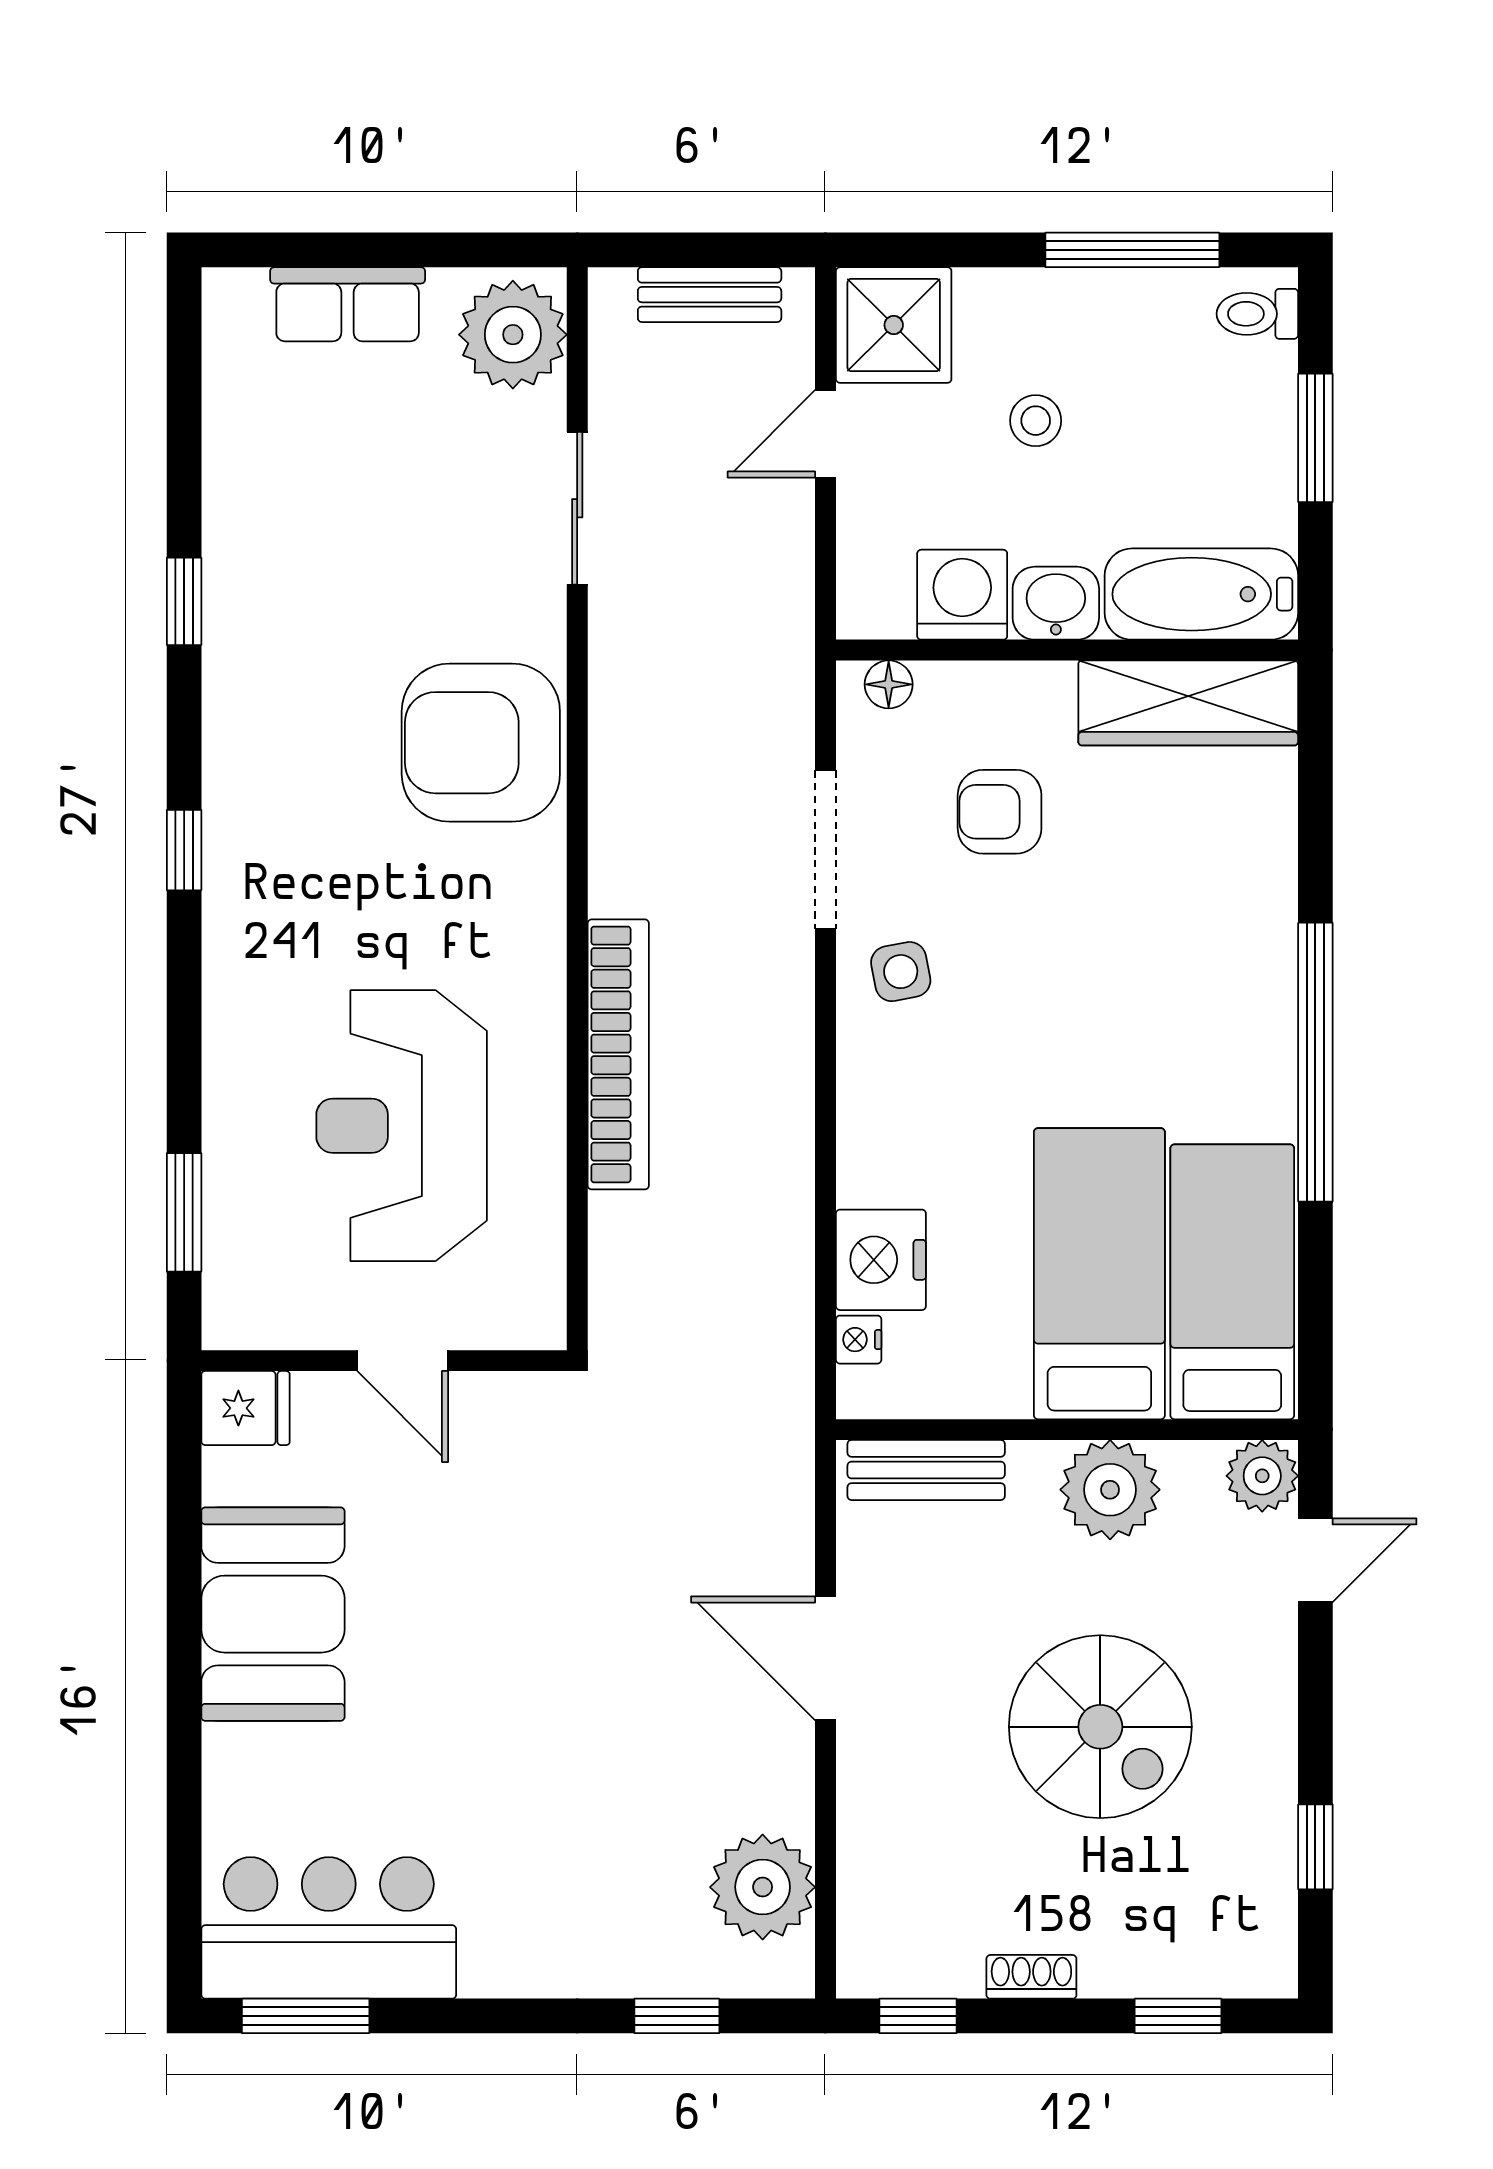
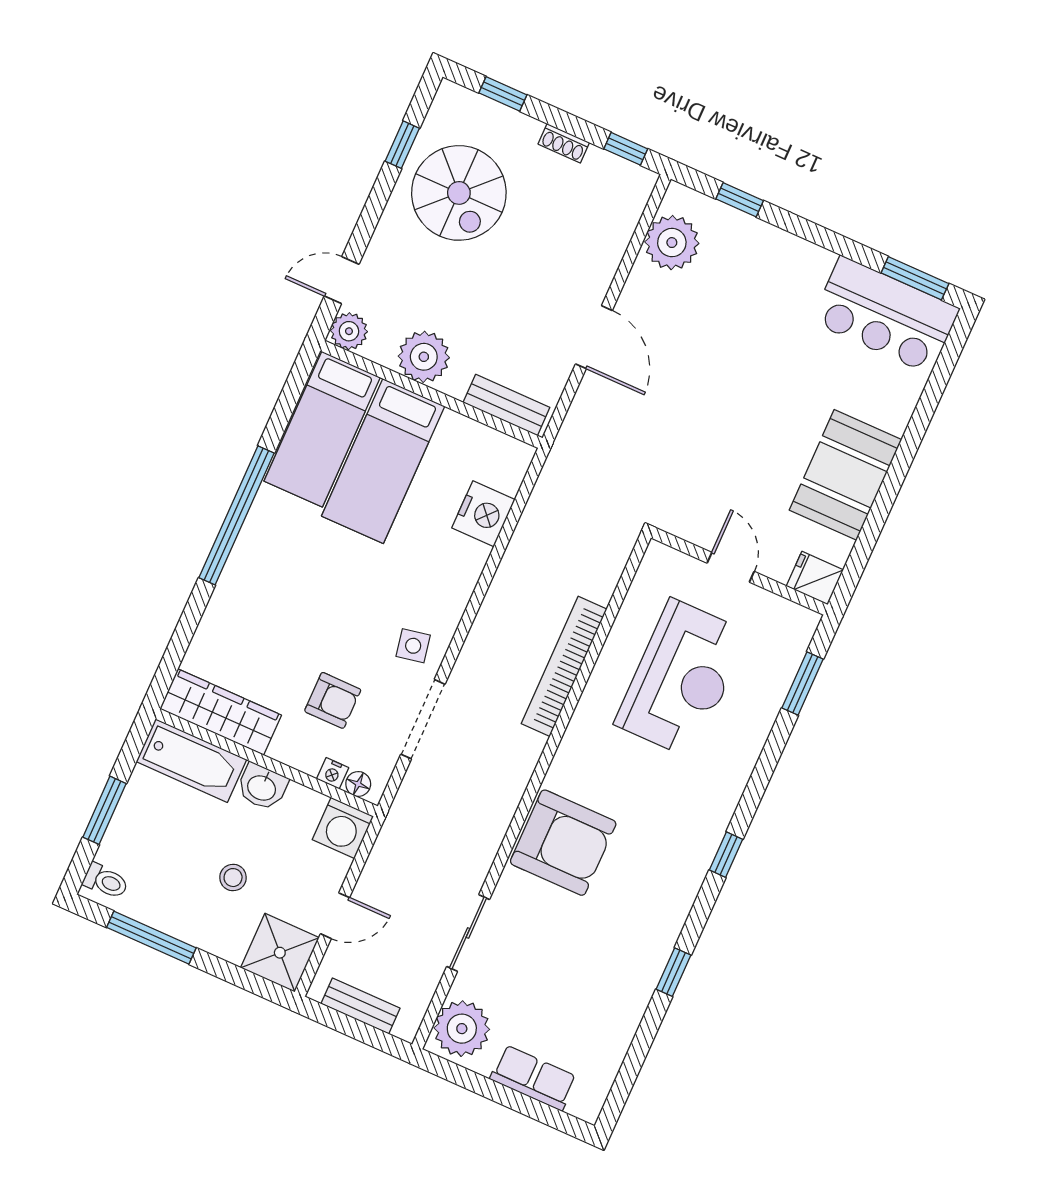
washing machine: (962, 595) -> (343, 828), moved
nightstand: (859, 1340) -> (333, 773), moved, turned 90
spiral stairs: (1100, 1727) -> (459, 193), moved, turned 180

